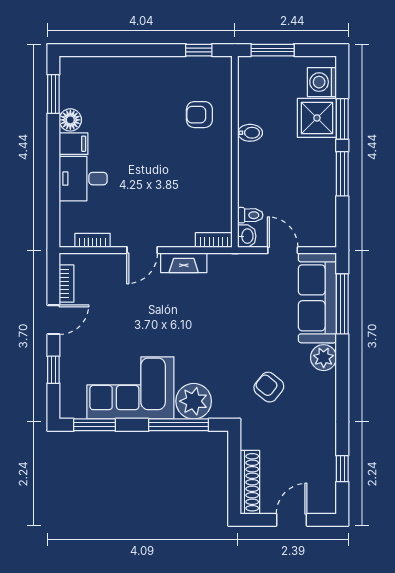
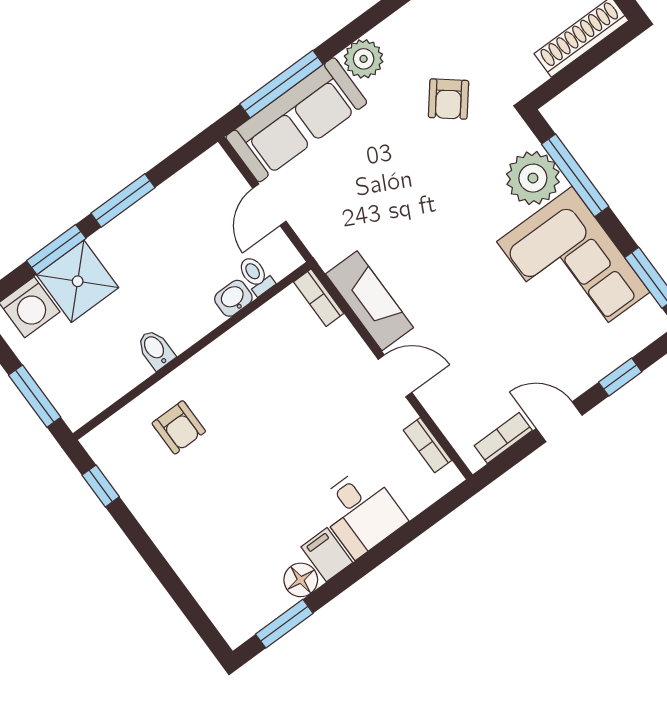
washbasin: (247, 236) -> (233, 298), moved
fireplace: (184, 263) -> (369, 301), width x1.37, depth x1.32

